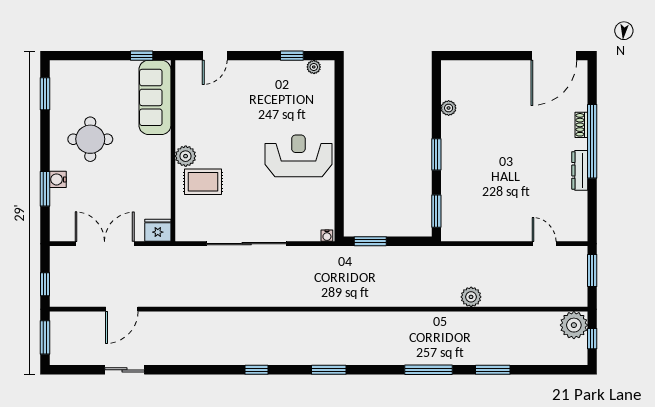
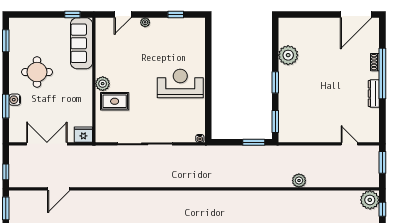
plant: (314, 67) -> (145, 22), moved
plant: (449, 108) -> (288, 55), width x1.88, depth x1.88
window: (370, 241) -> (254, 142), moved

